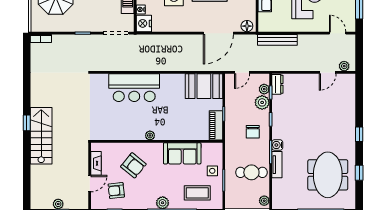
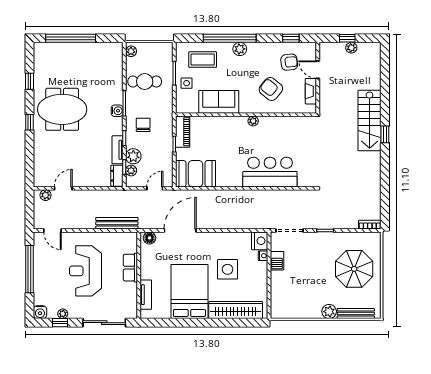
tv unit: (277, 165) -> (118, 150), moved
meeting table: (328, 175) -> (62, 109), moved, turned 90
door: (90, 184) -> (318, 70), hinge flipped

